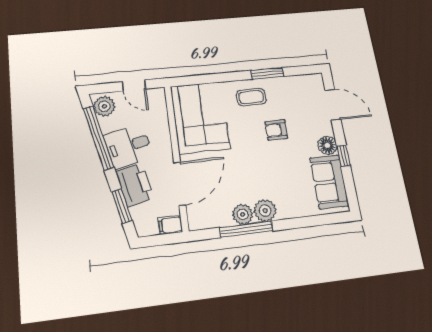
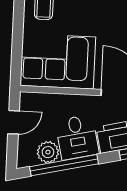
plant: (104, 106) -> (48, 152), moved

